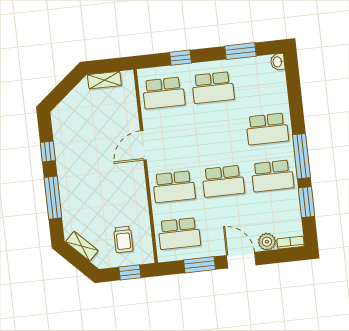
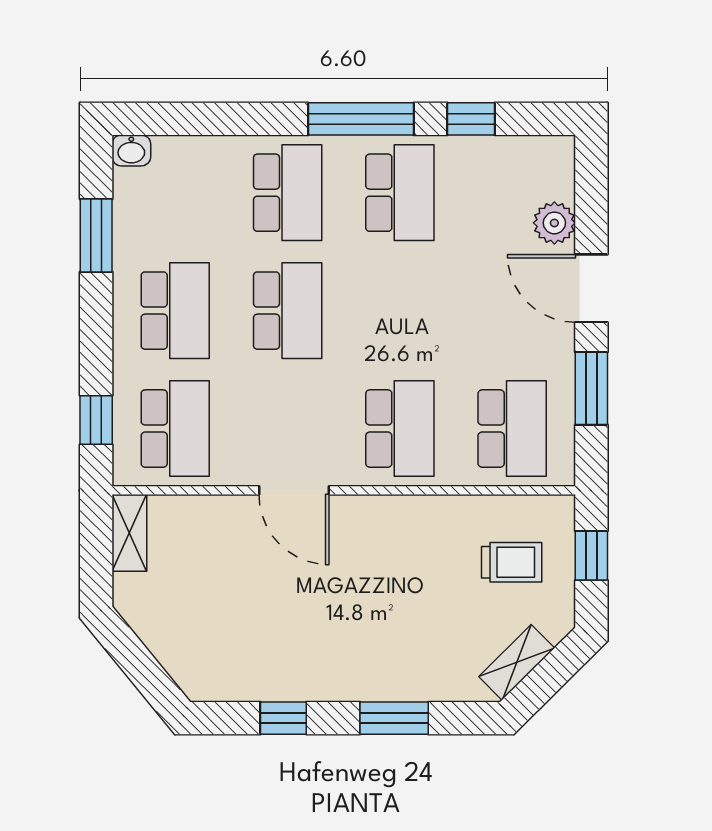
window: (180, 58) -> (96, 420), moved
shelving: (104, 80) -> (129, 533), moved
school desk: (223, 181) -> (288, 311), moved
window: (53, 198) -> (394, 718), width x0.69
window: (307, 202) -> (471, 119), width x0.67
bookcase: (291, 243) -> (563, 167), removed
door: (241, 260) -> (591, 288), hinge flipped

